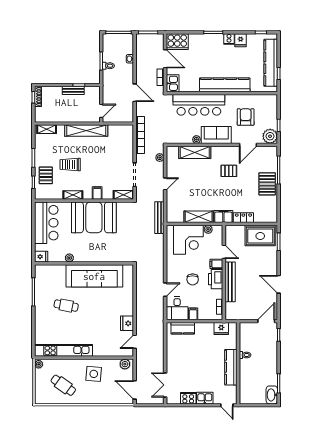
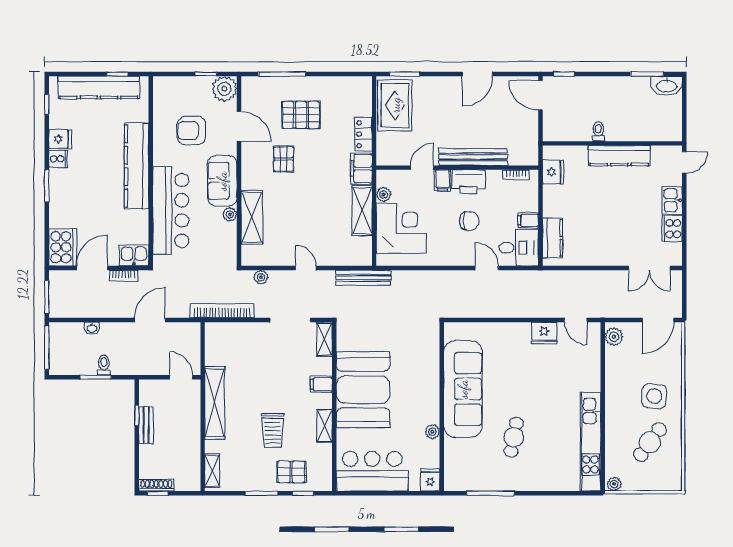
pallet: (267, 184) -> (301, 115), moved
side table: (94, 374) -> (654, 396), moved

